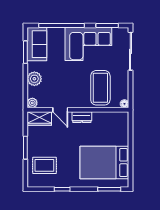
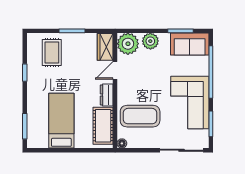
plant: (32, 103) -> (128, 44), width x1.87, depth x1.87
cot: (109, 120) -> (103, 126), added
bed: (104, 162) -> (61, 121), width x0.67

